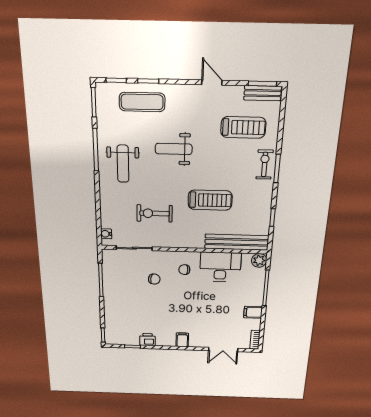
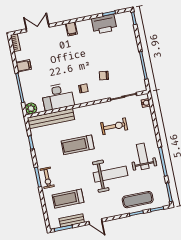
bench: (263, 93) -> (72, 220), moved
weight bench: (174, 149) -> (111, 174), width x1.36, depth x1.33
printer: (148, 340) -> (104, 24), width x1.87, depth x1.48

